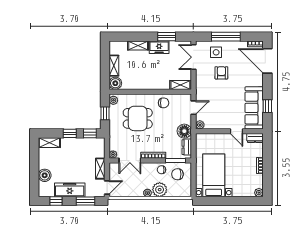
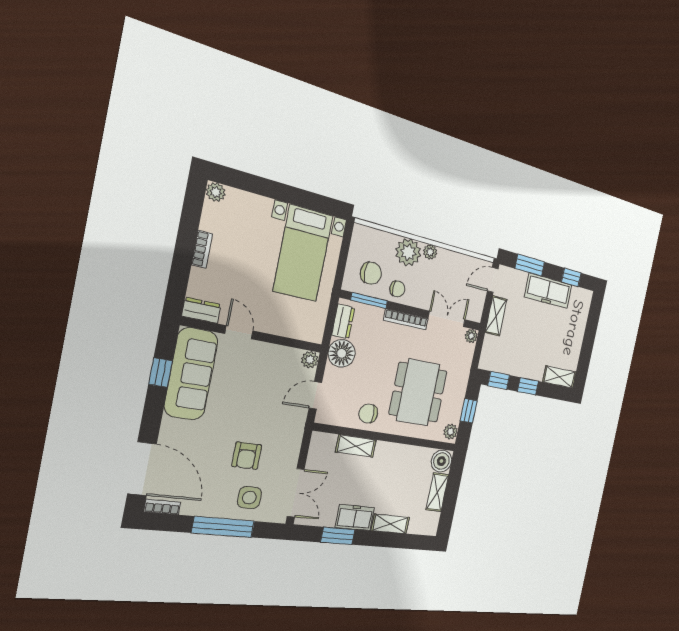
shelving: (180, 85) -> (356, 446), moved
dining table: (138, 118) -> (418, 392), width x1.38
boiler: (45, 175) -> (577, 324), removed

